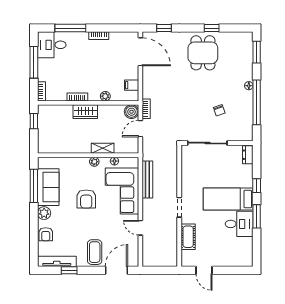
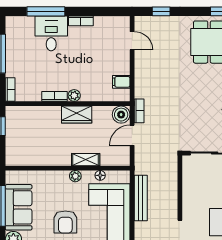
desk: (52, 45) -> (51, 33), moved, turned 90
door: (140, 52) -> (132, 41), width x0.53
plant: (105, 96) -> (74, 95), moved
wardrobe: (85, 112) -> (77, 115), moved

